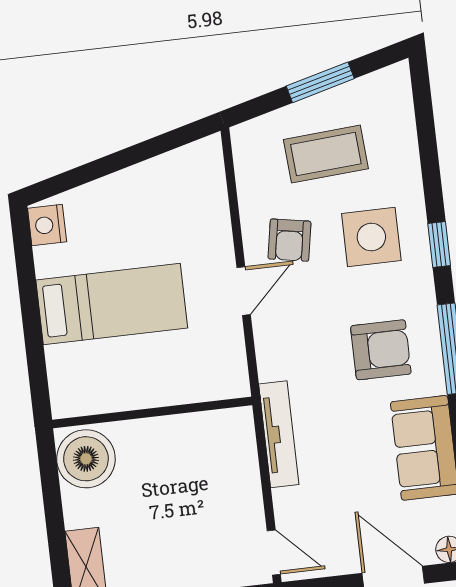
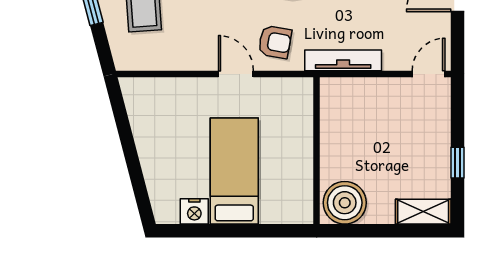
nightstand: (47, 225) -> (194, 211), moved
armchair: (289, 240) -> (275, 42), moved

